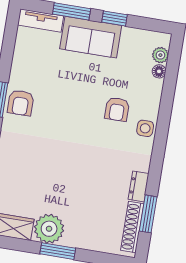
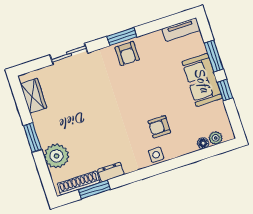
tv unit: (41, 21) -> (181, 30), moved, turned -90
armchair: (21, 103) -> (127, 54), turned -90
plant: (49, 229) -> (57, 156), moved

